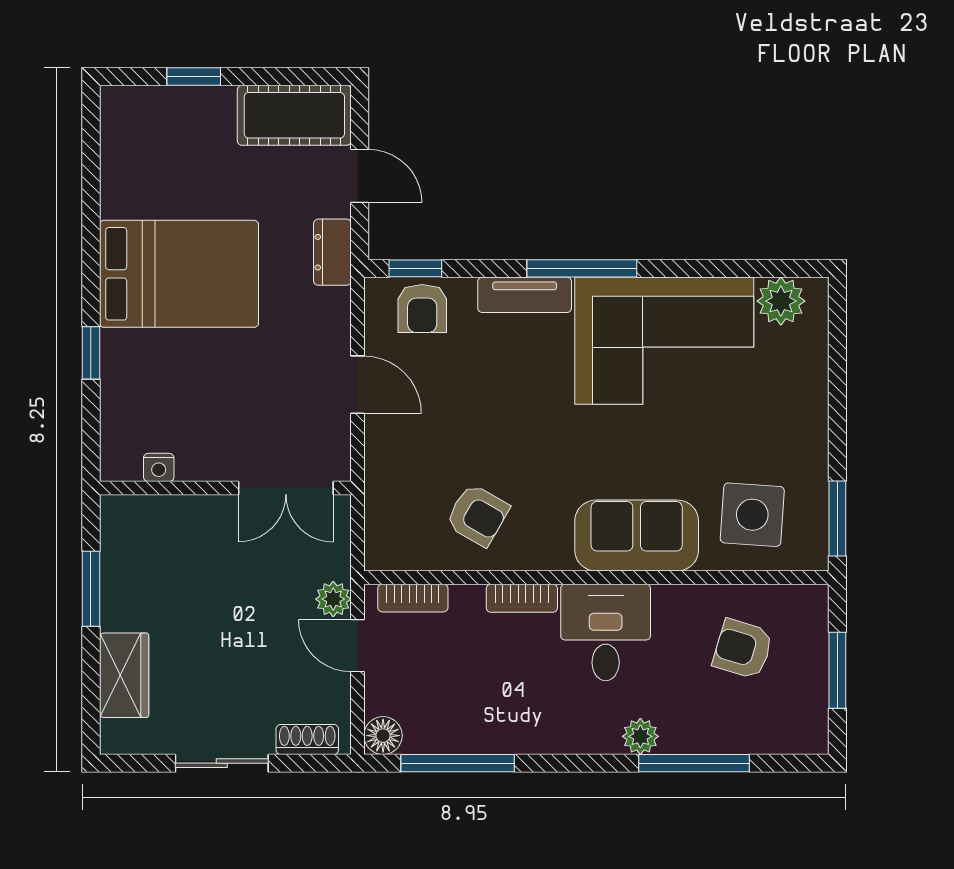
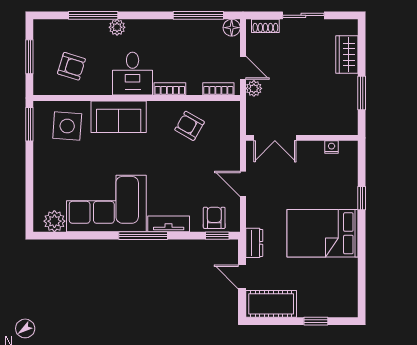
double door: (286, 488) -> (275, 138), swing flipped

